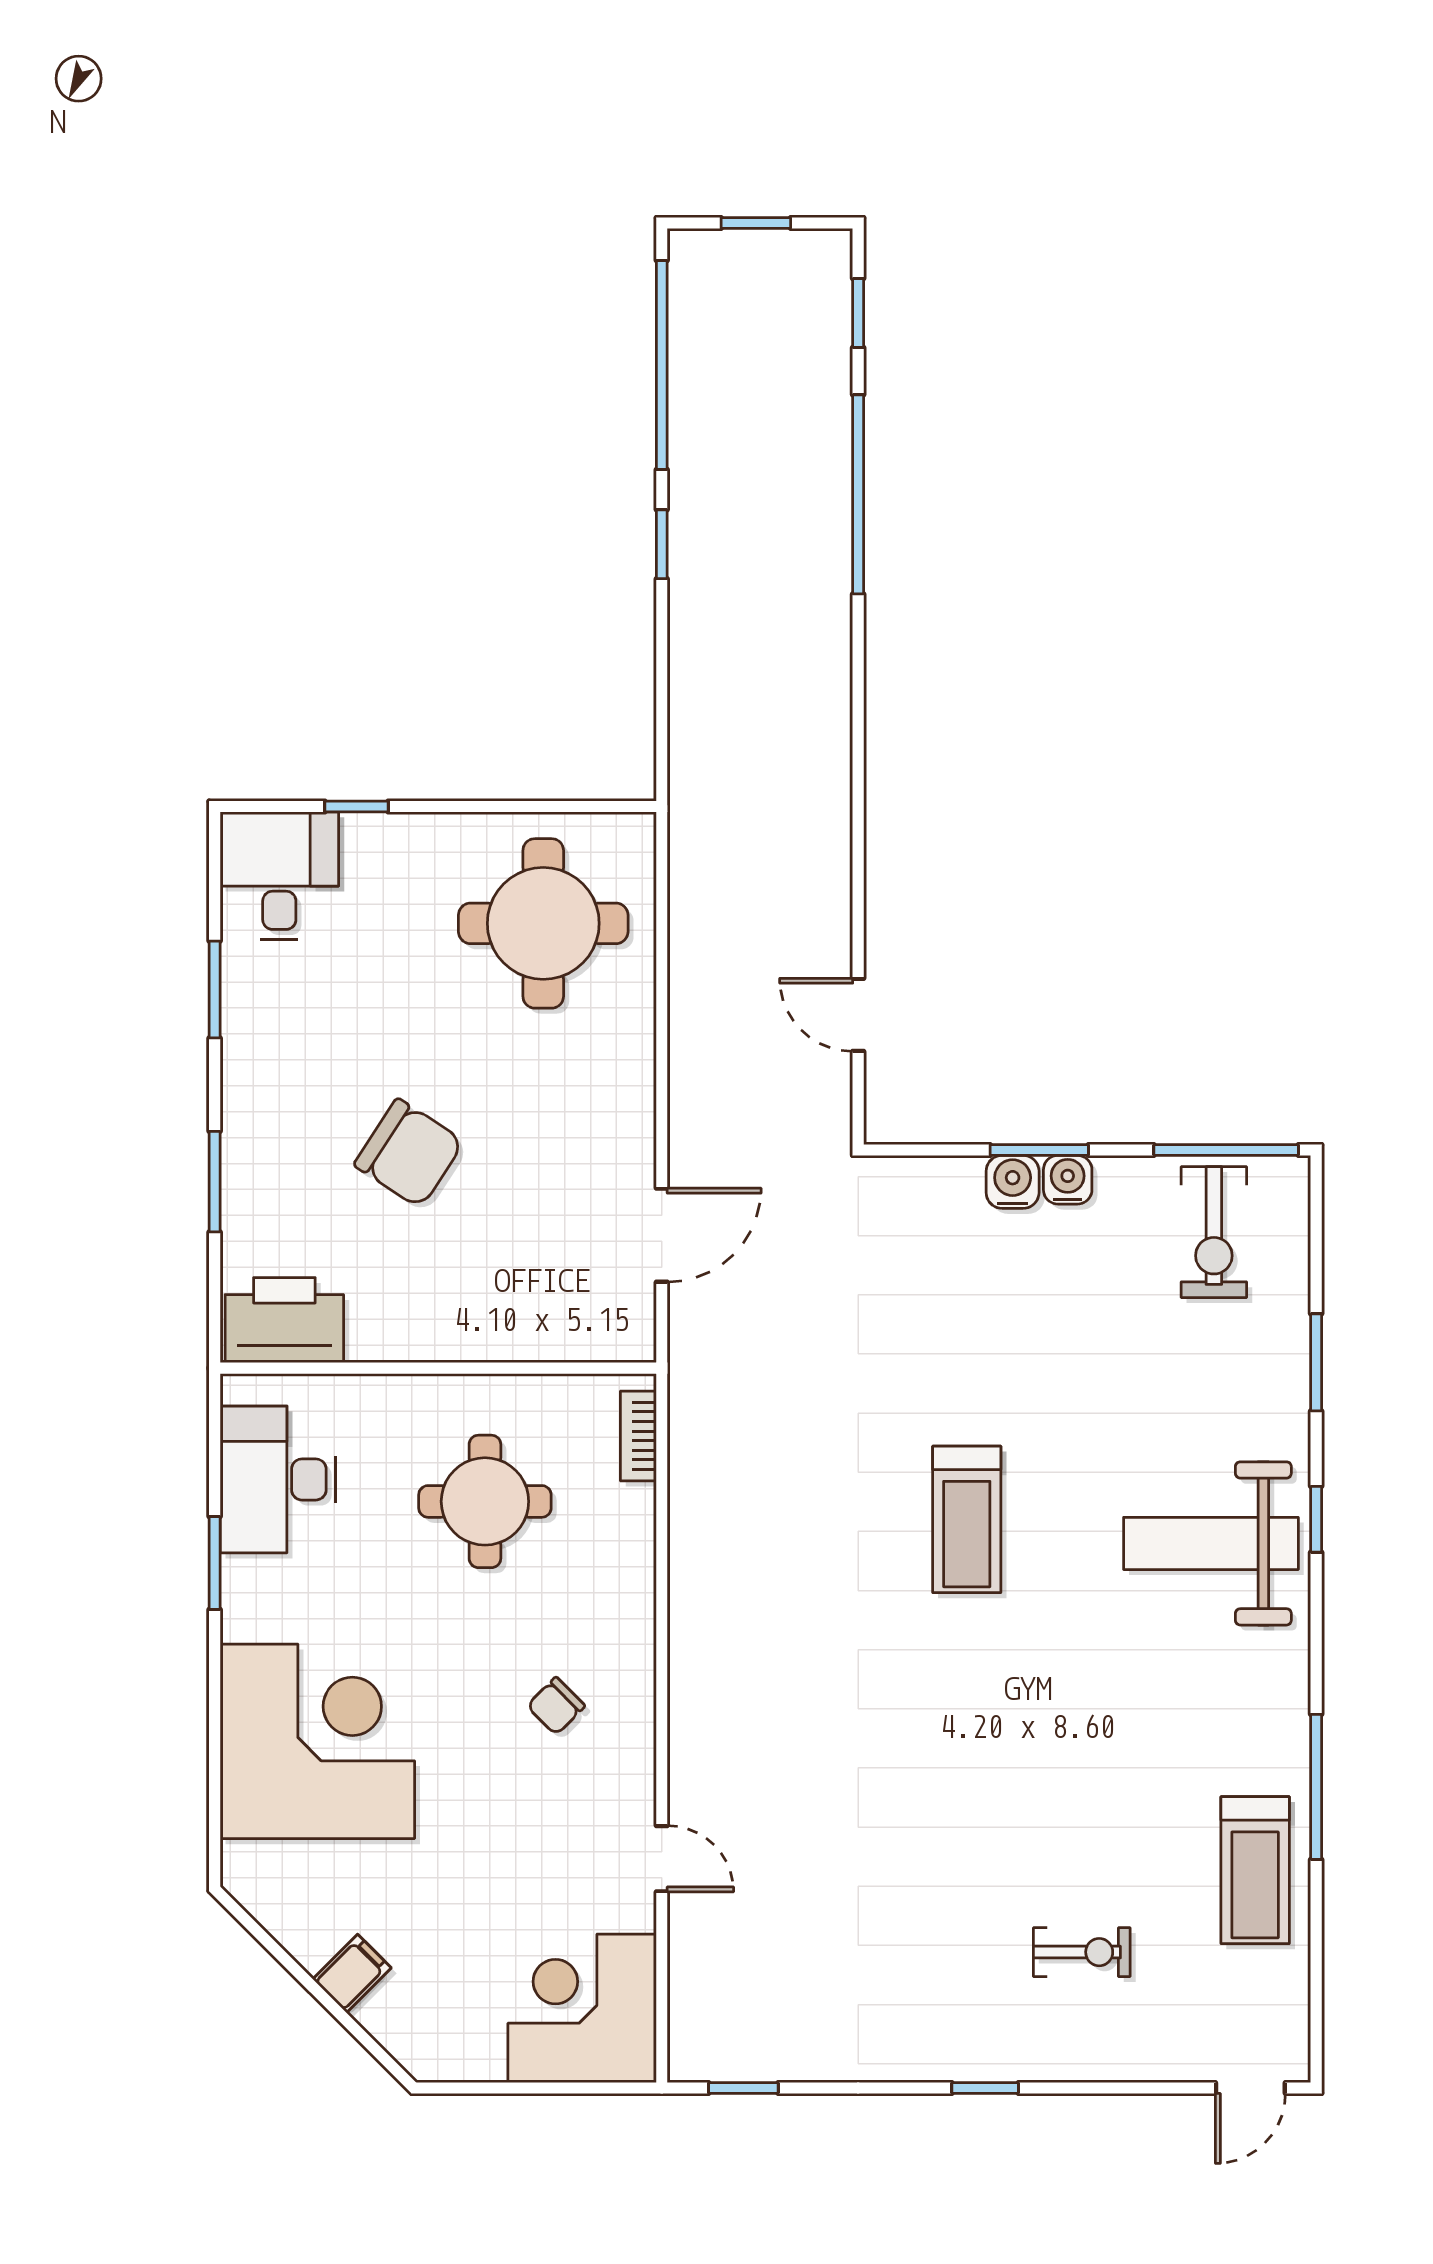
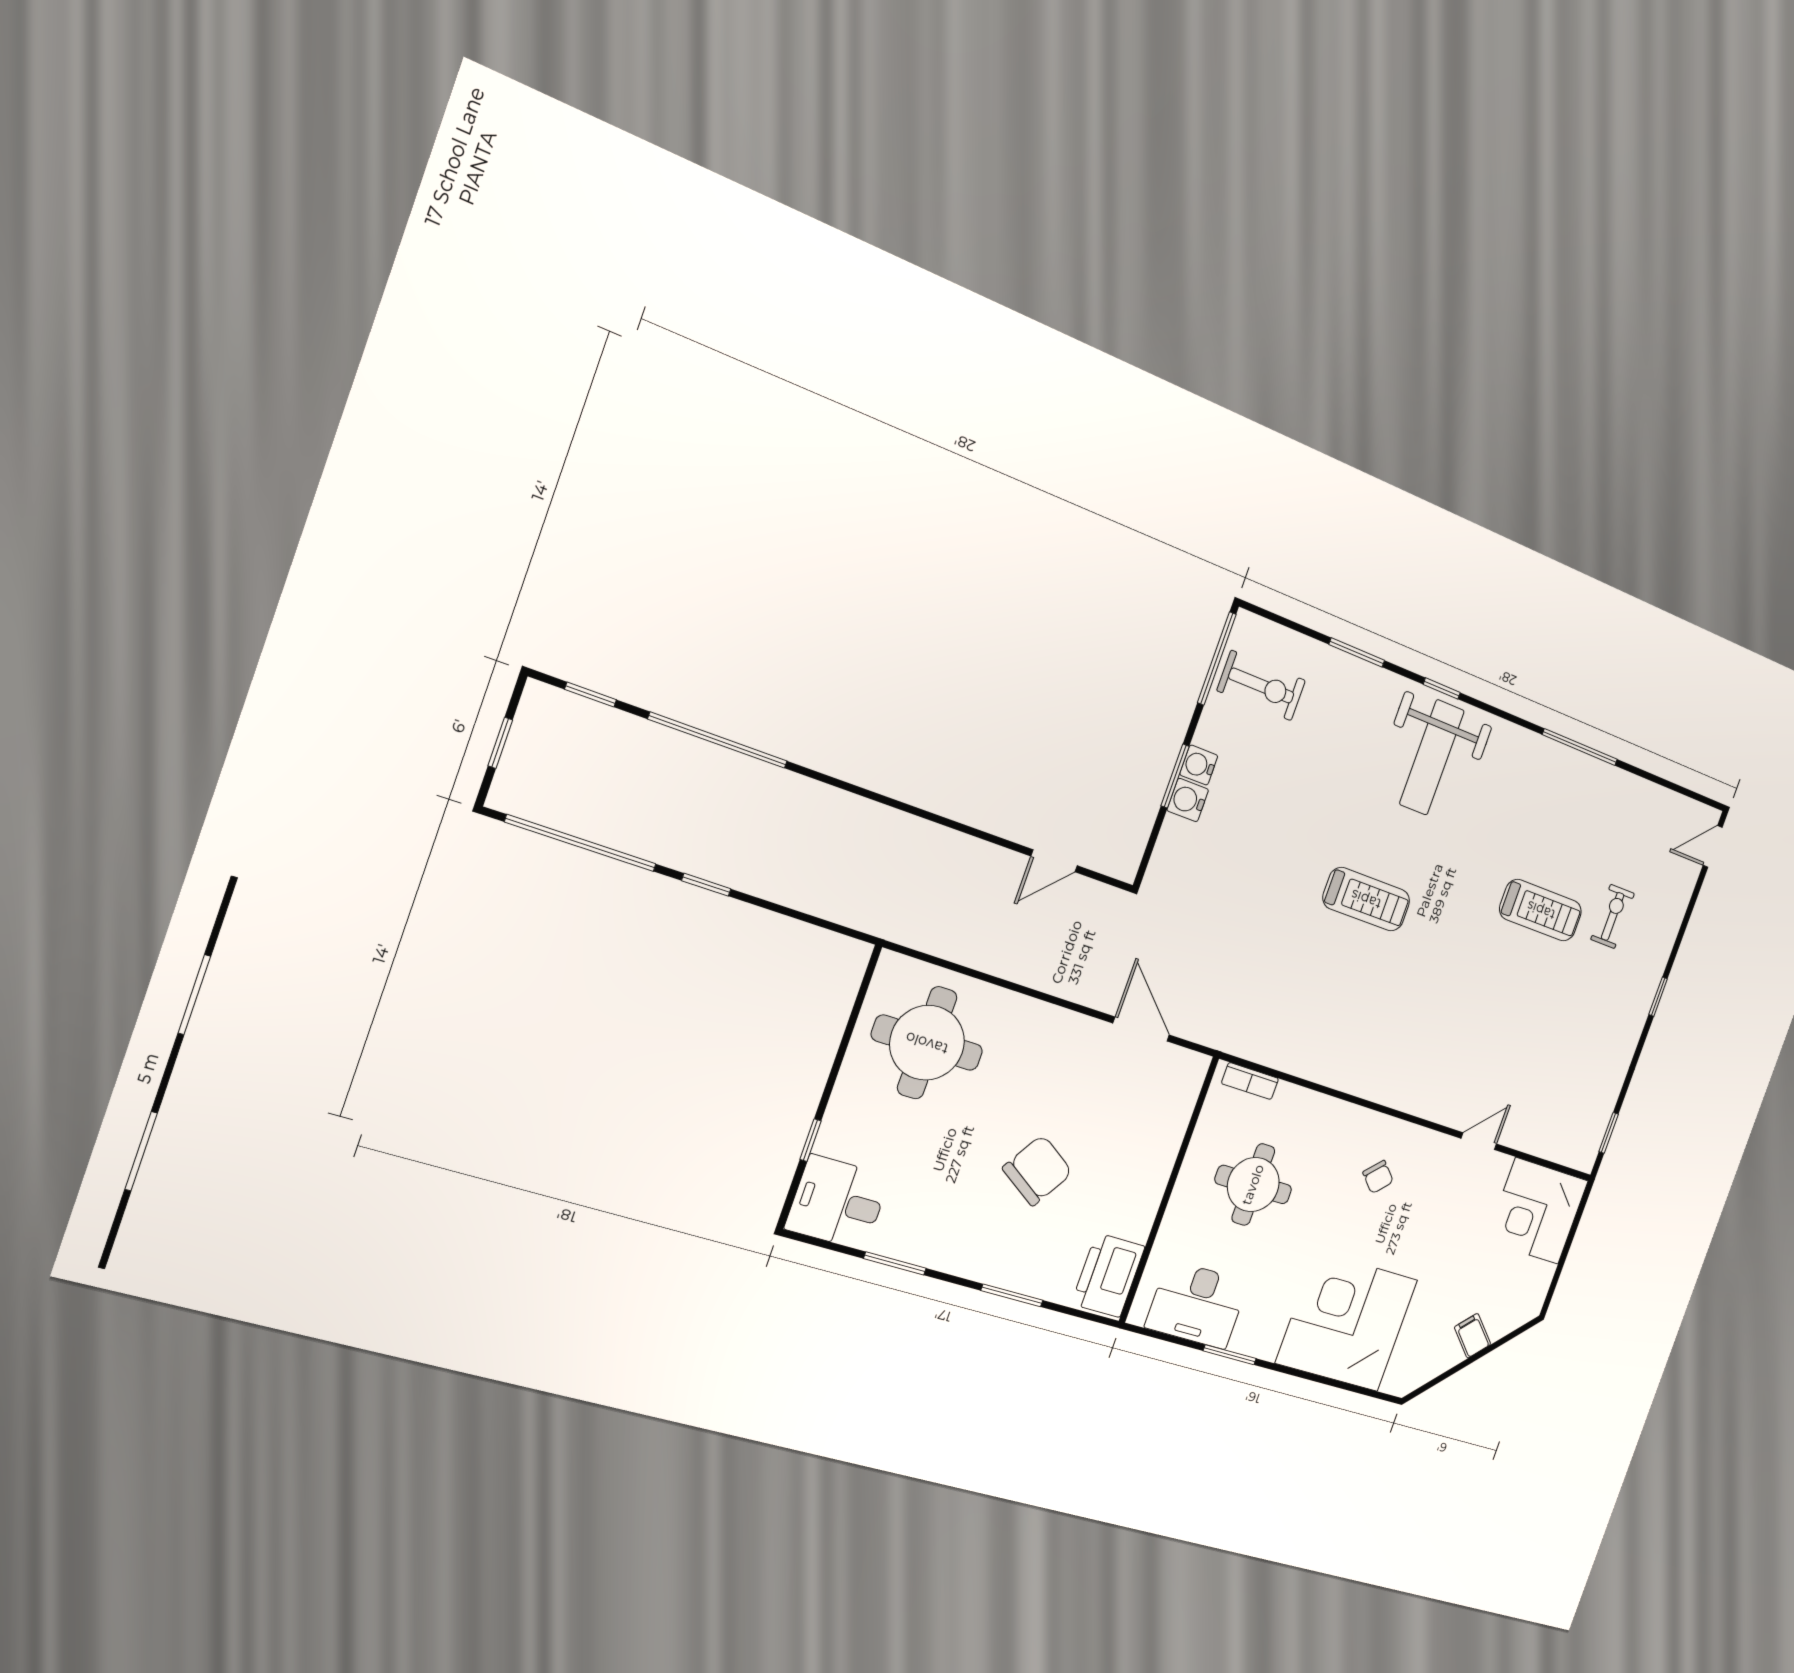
treadmill: (1255, 1870) -> (1541, 910), moved
door: (1250, 2088) -> (1713, 846), swing flipped

